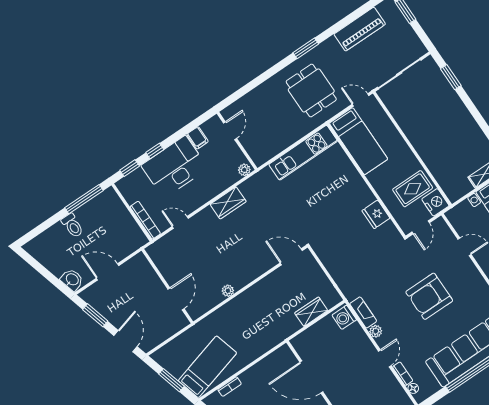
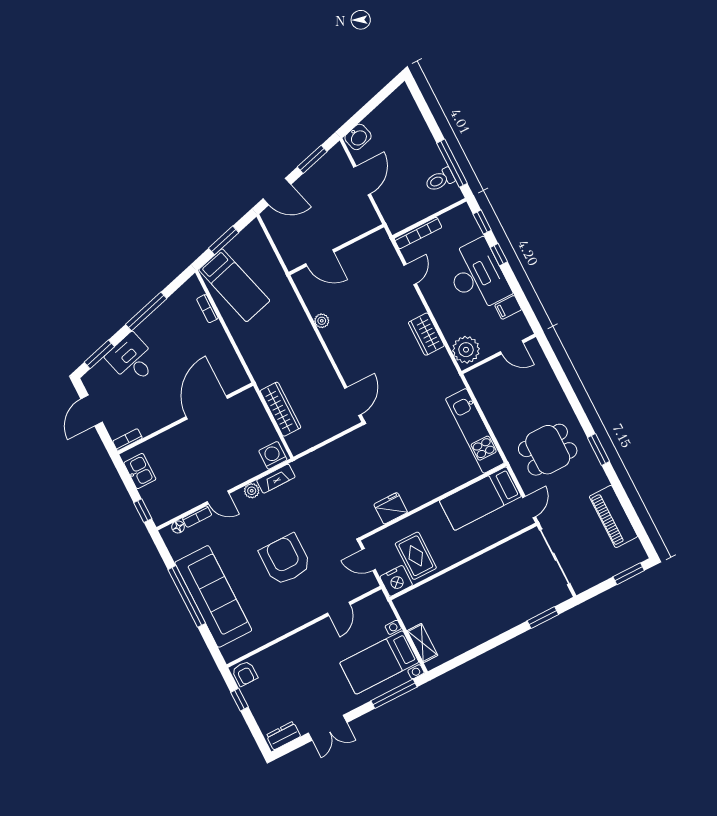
plant: (244, 170) -> (466, 350), width x1.88, depth x1.88
toilet: (72, 226) -> (440, 180), moved
wardrobe: (311, 312) -> (281, 409), width x1.50

